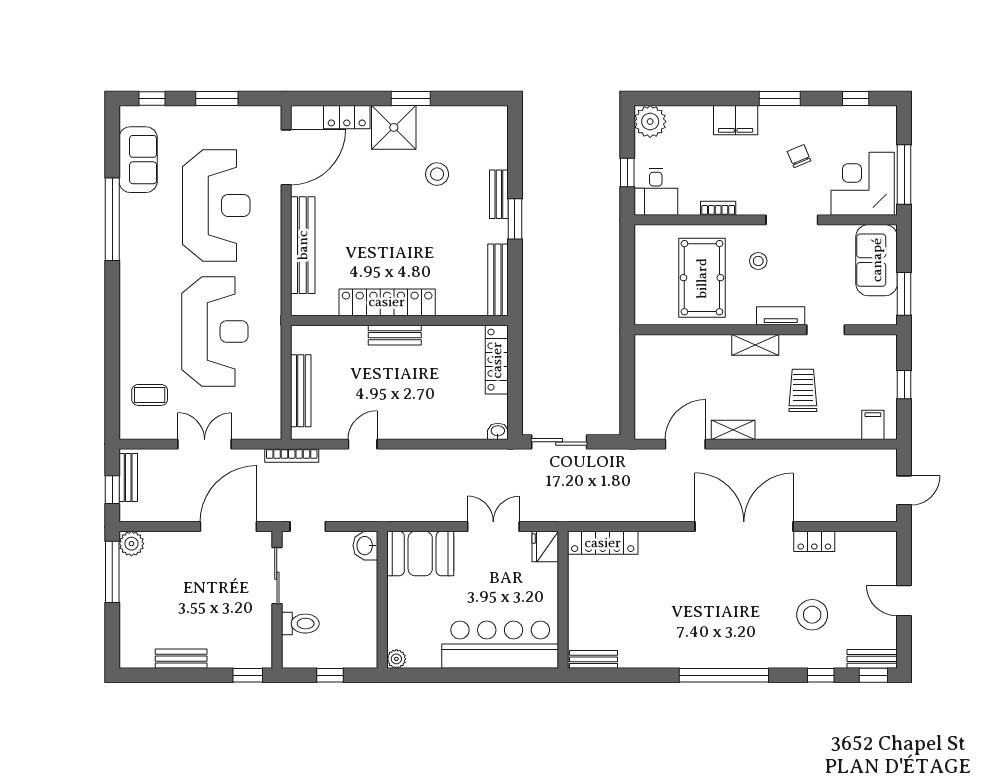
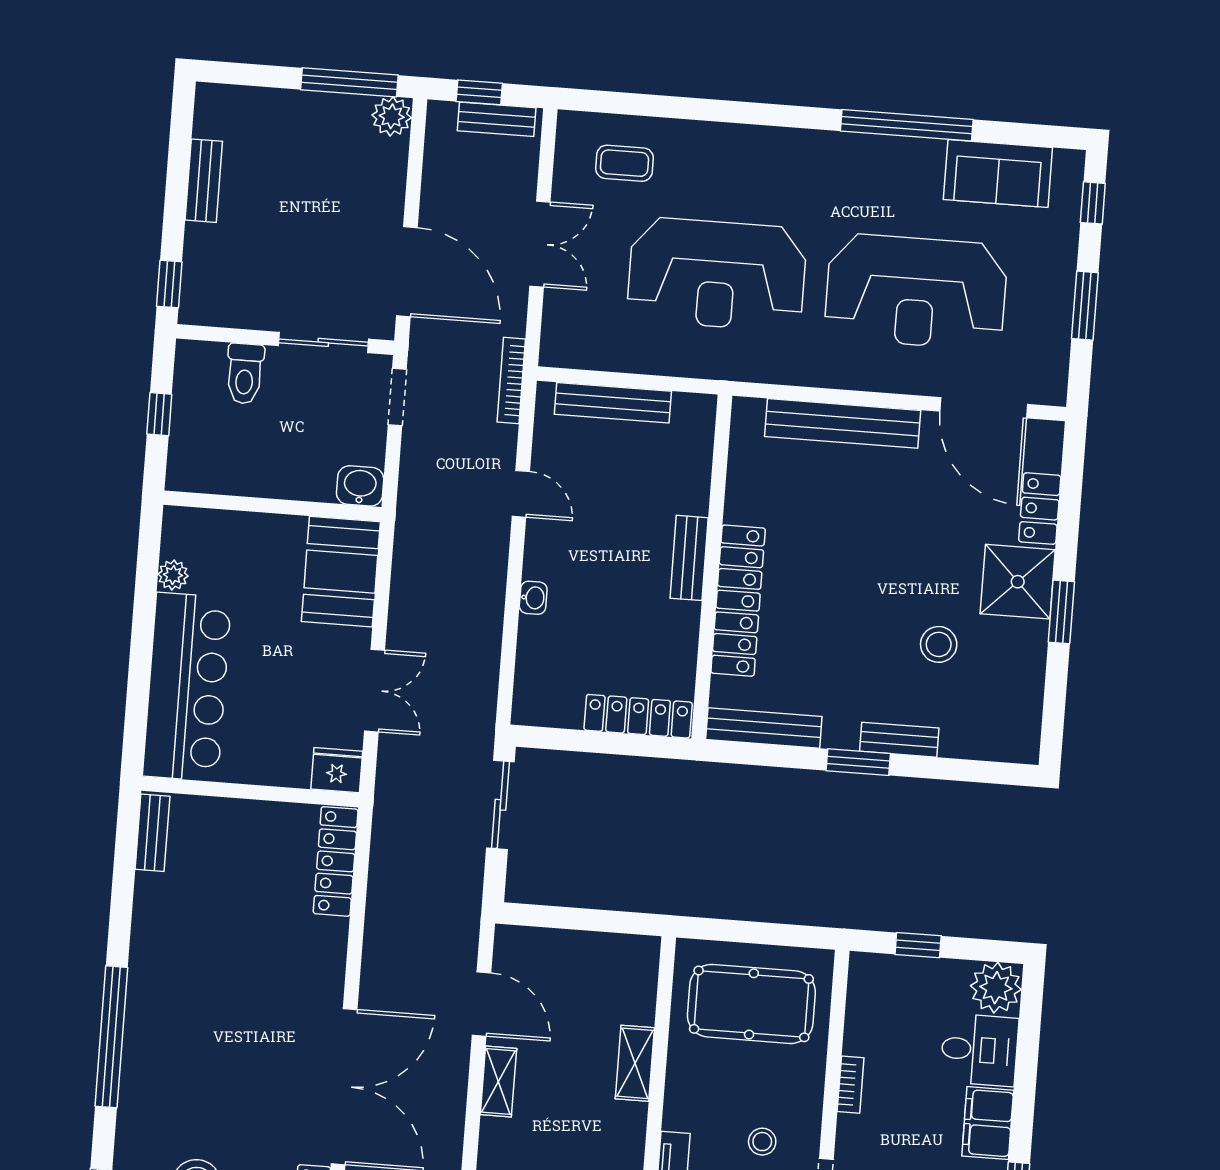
desk: (656, 192) -> (979, 1050), moved, turned 180
pool table: (702, 278) -> (751, 1004), moved
locker: (387, 302) -> (738, 601), moved
shelving: (755, 345) -> (635, 1063), moved
coffee table: (150, 395) -> (624, 163), turned 90
washbasin: (498, 431) -> (533, 598), moved
plant: (396, 659) -> (173, 575), moved

